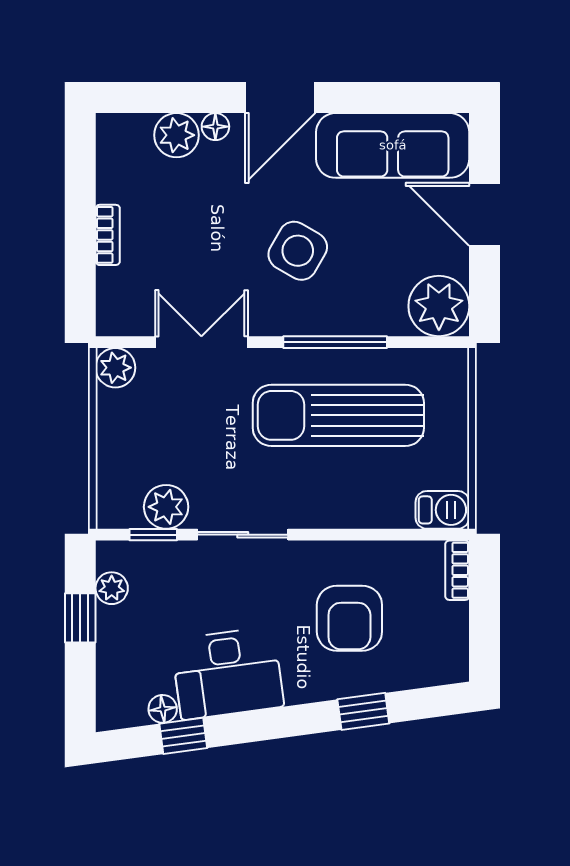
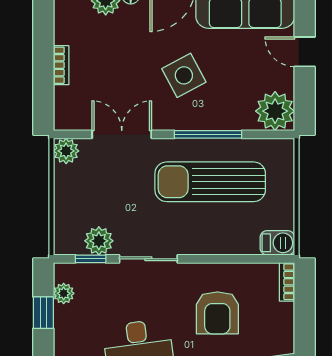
door: (485, 214) -> (305, 52), width x0.73
side table: (298, 251) -> (184, 75), turned 32

